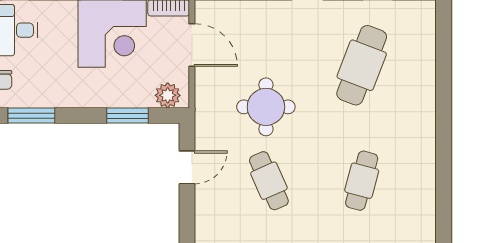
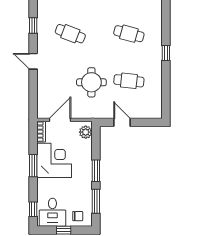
cafe table: (362, 65) -> (70, 34), width x0.73, depth x0.74
window: (127, 116) -> (96, 171), moved
cafe table: (269, 181) -> (129, 81), turned 30

